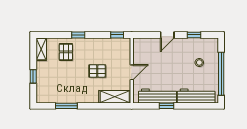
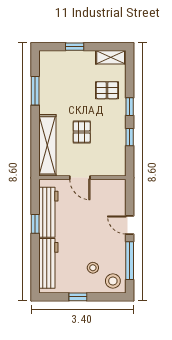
window: (117, 35) -> (130, 137), moved
window: (194, 35) -> (130, 261), width x2.17
stool: (209, 48) -> (113, 281), added
window: (221, 74) -> (78, 297), width x0.32
shelving: (115, 97) -> (47, 145), width x1.47

